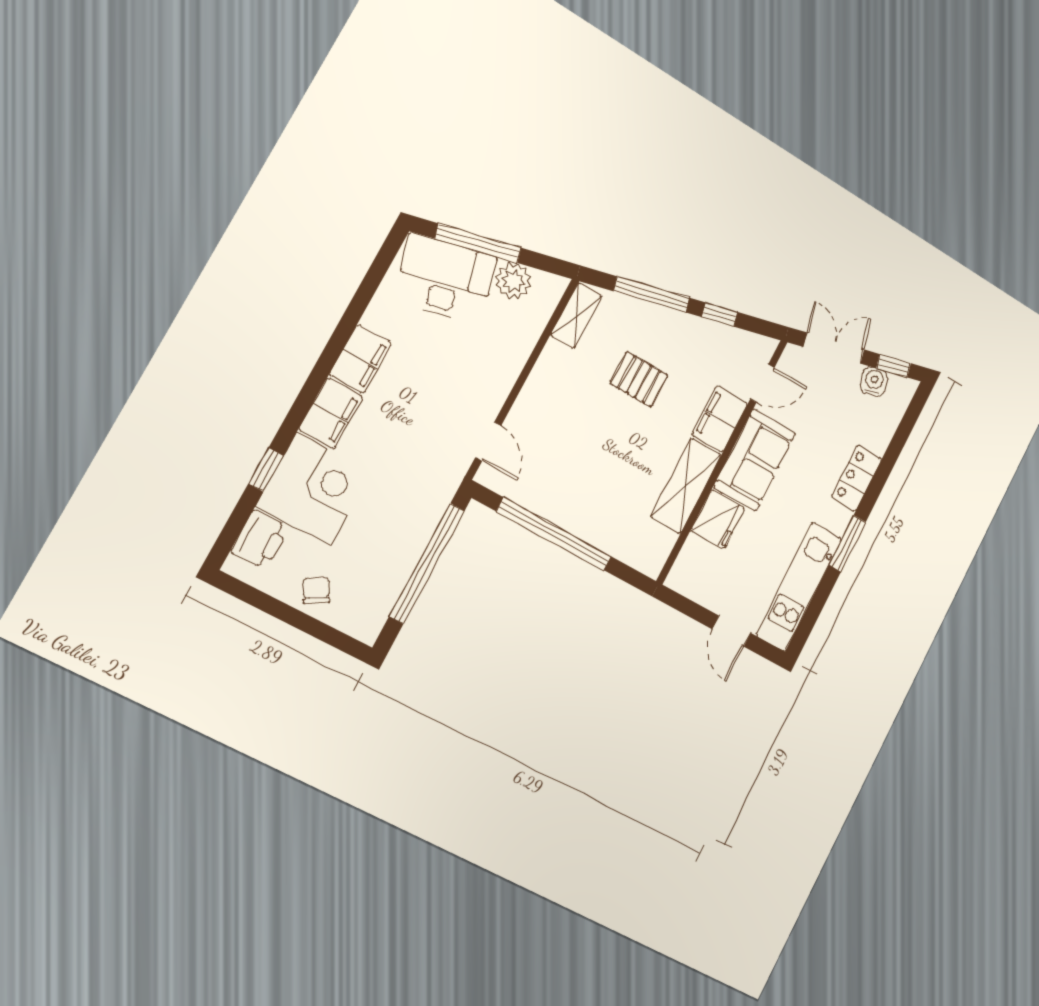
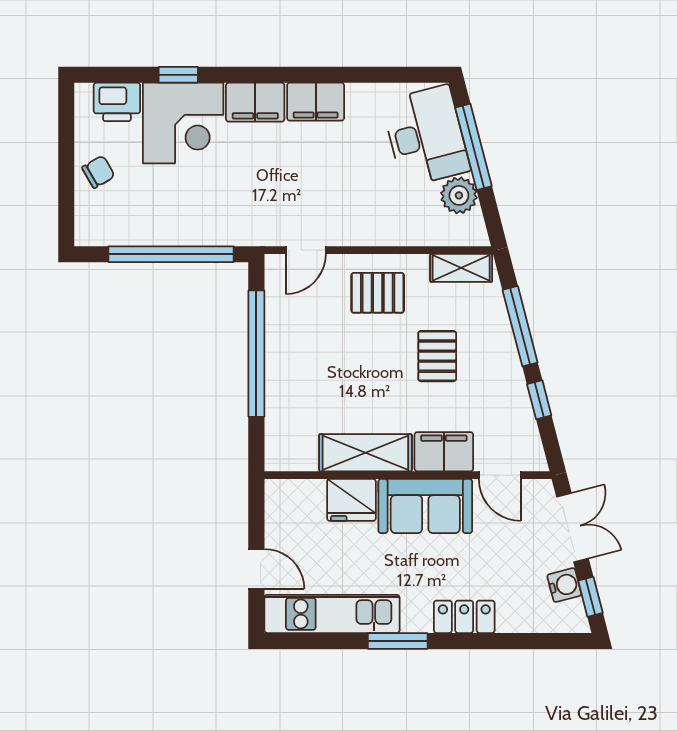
pallet: (559, 400) -> (378, 293), added
door: (731, 631) -> (256, 569), swing flipped

